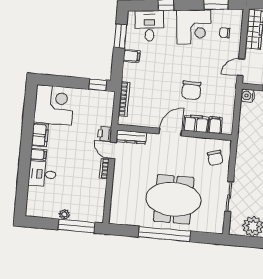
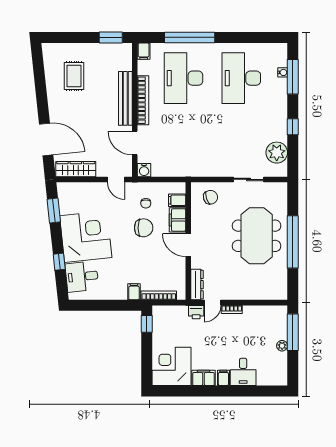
corner desk: (194, 27) -> (86, 237), width x1.36, depth x1.36
chair: (225, 33) -> (146, 203), moved
window: (120, 36) -> (95, 305), removed
filing cabinet: (132, 56) -> (134, 292), moved

